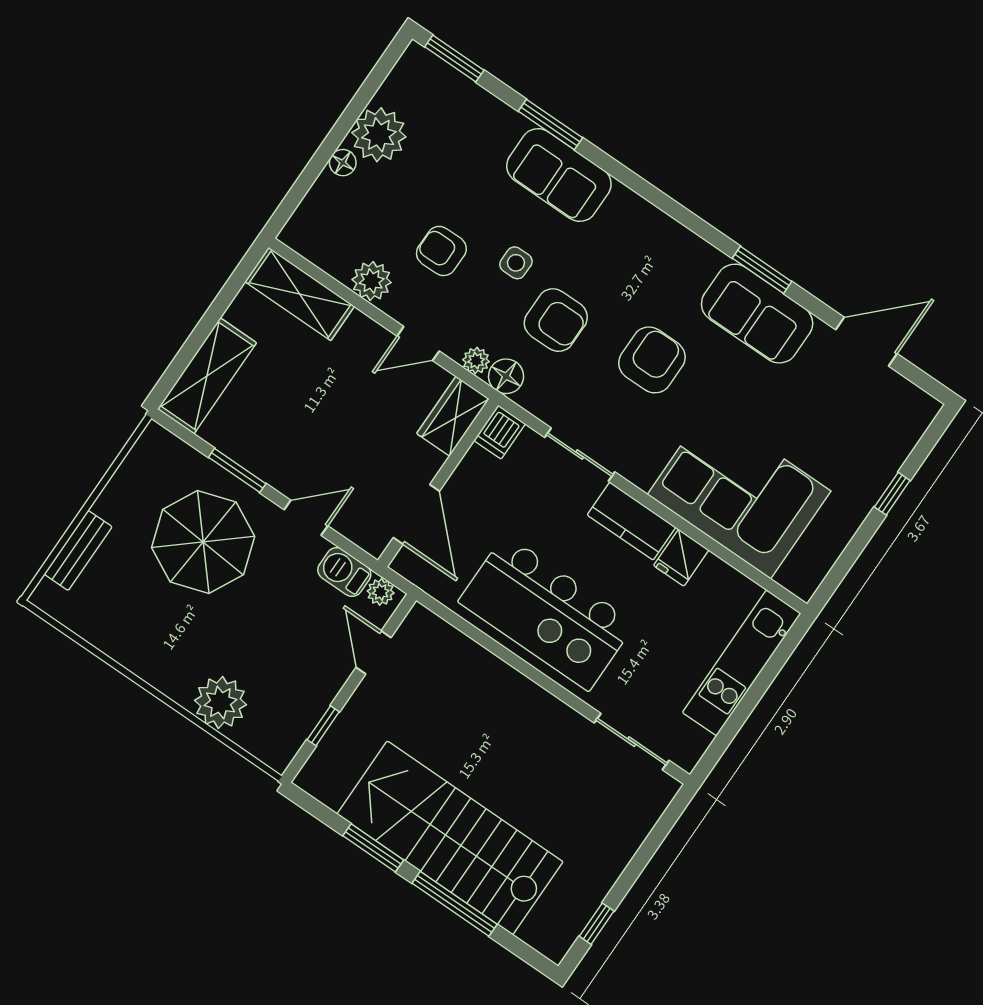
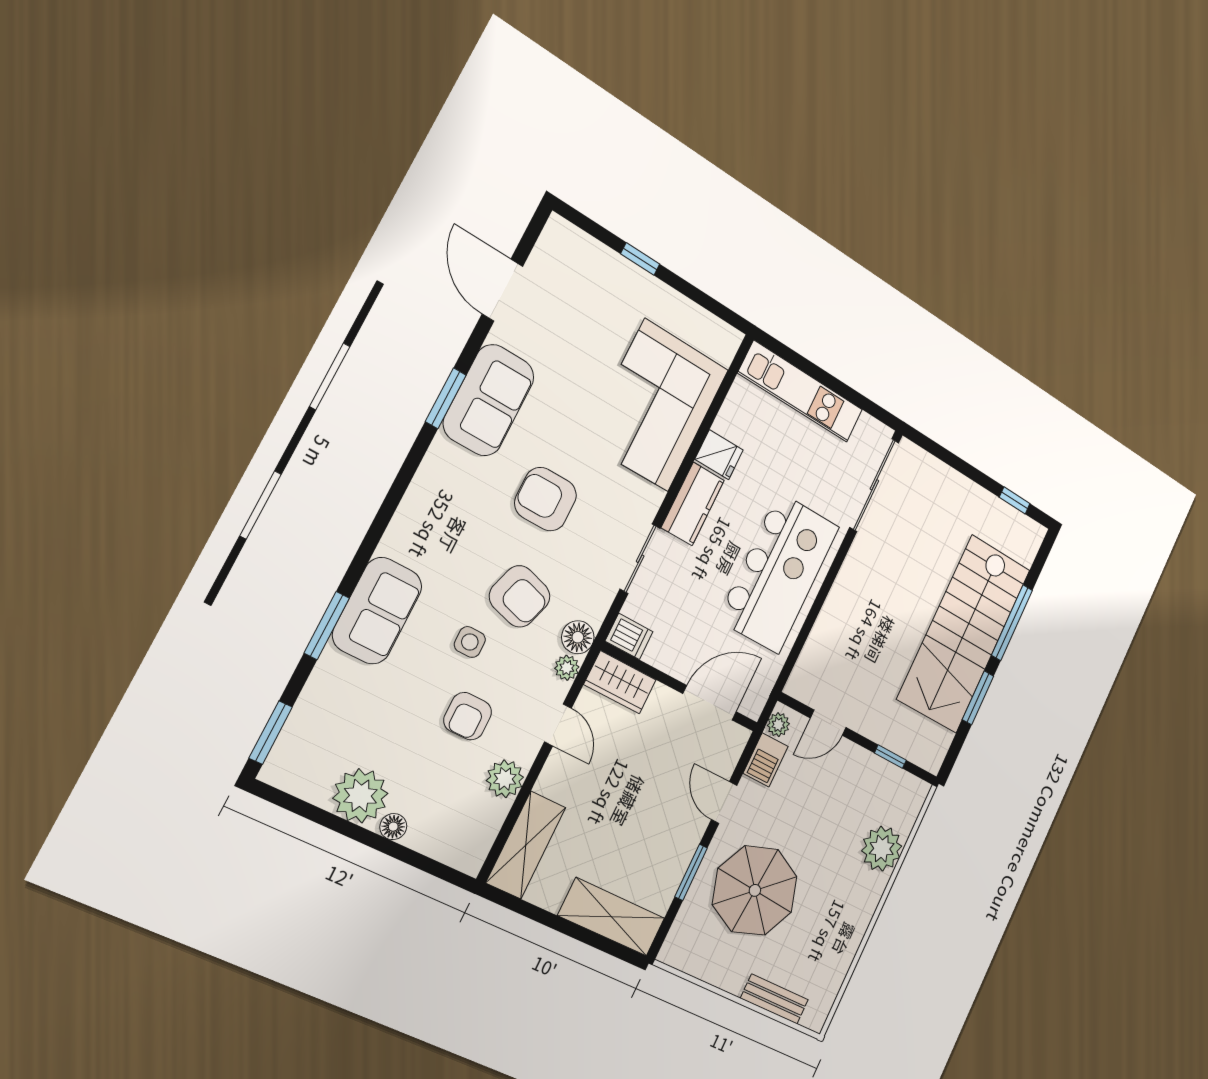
armchair: (556, 320) -> (520, 596), turned 107
sliding door: (632, 742) -> (874, 485), width x1.37

